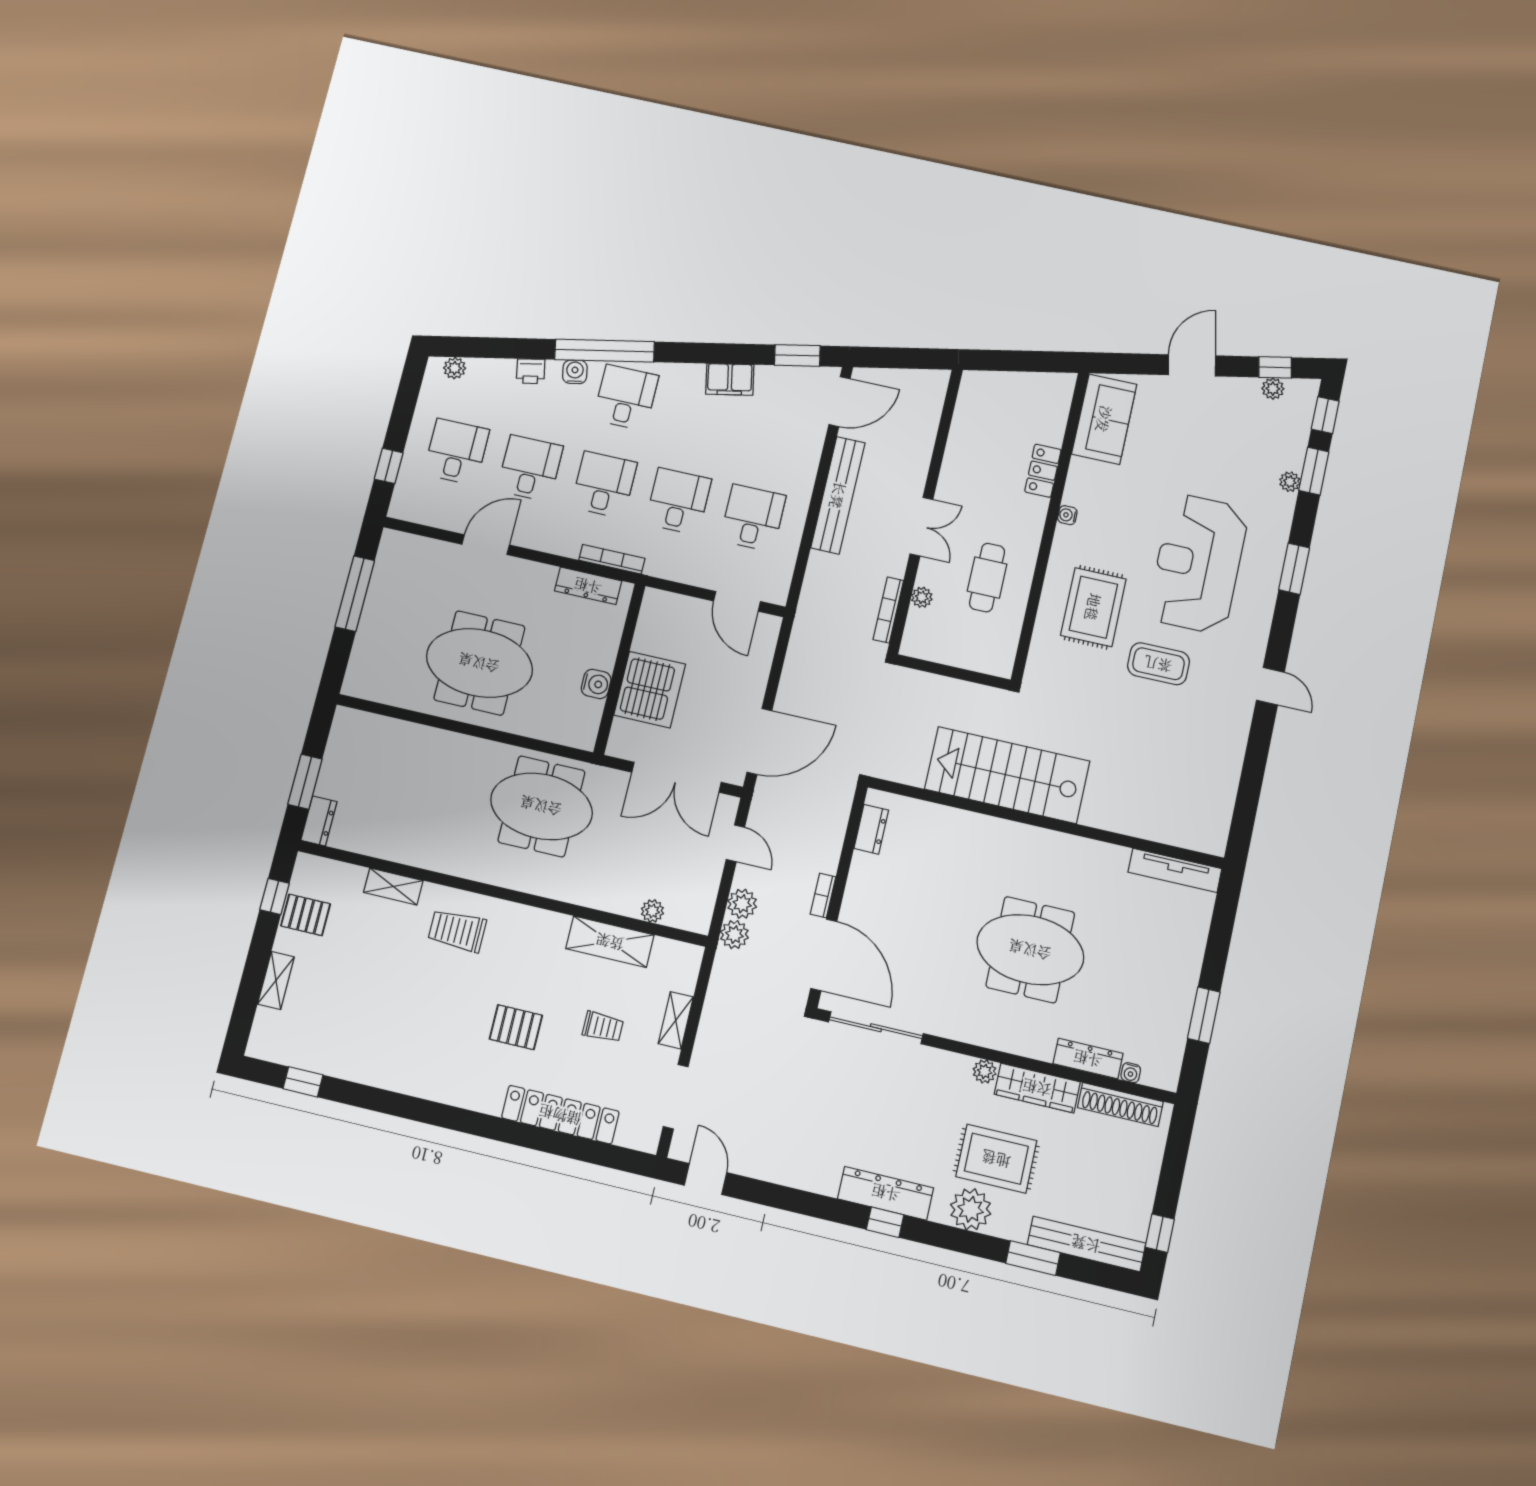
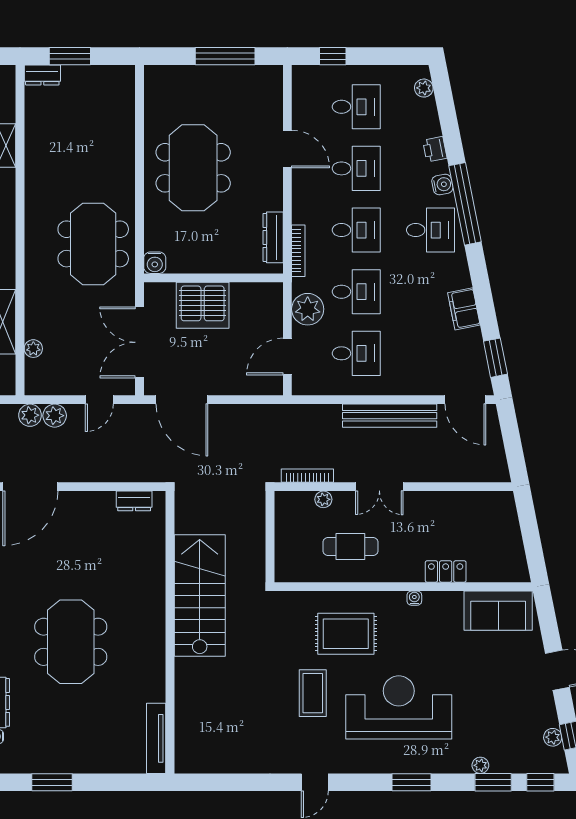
plant: (685, 564) -> (308, 309), added
water cooler: (596, 684) -> (155, 263), moved
bookcase: (823, 896) -> (75, 476), removed

